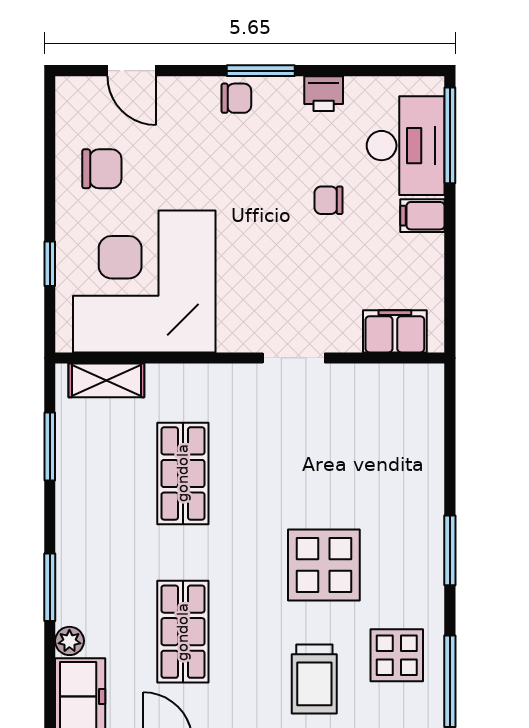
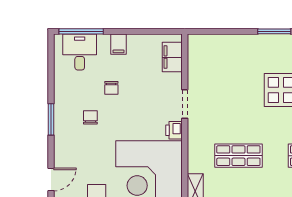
printer: (324, 94) -> (174, 130), moved, turned 180
chair: (236, 98) -> (90, 117), moved
desk: (406, 146) -> (80, 52), width x0.73

